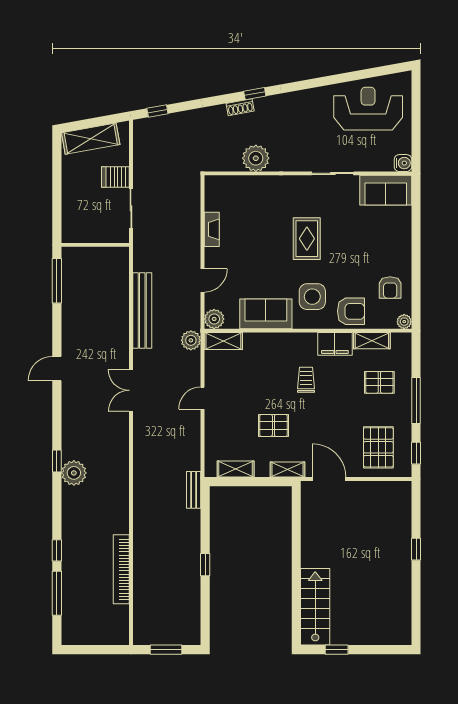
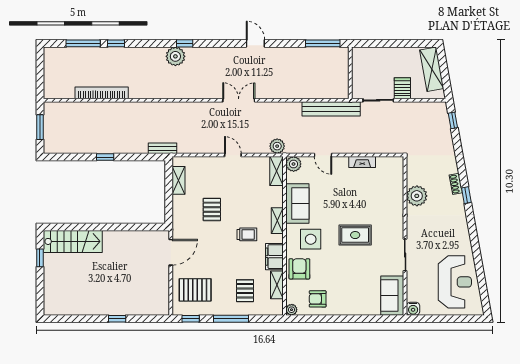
bench: (142, 311) -> (331, 109), moved
armchair: (351, 311) -> (299, 269), turned 180
shelving: (287, 470) -> (277, 221), moved

